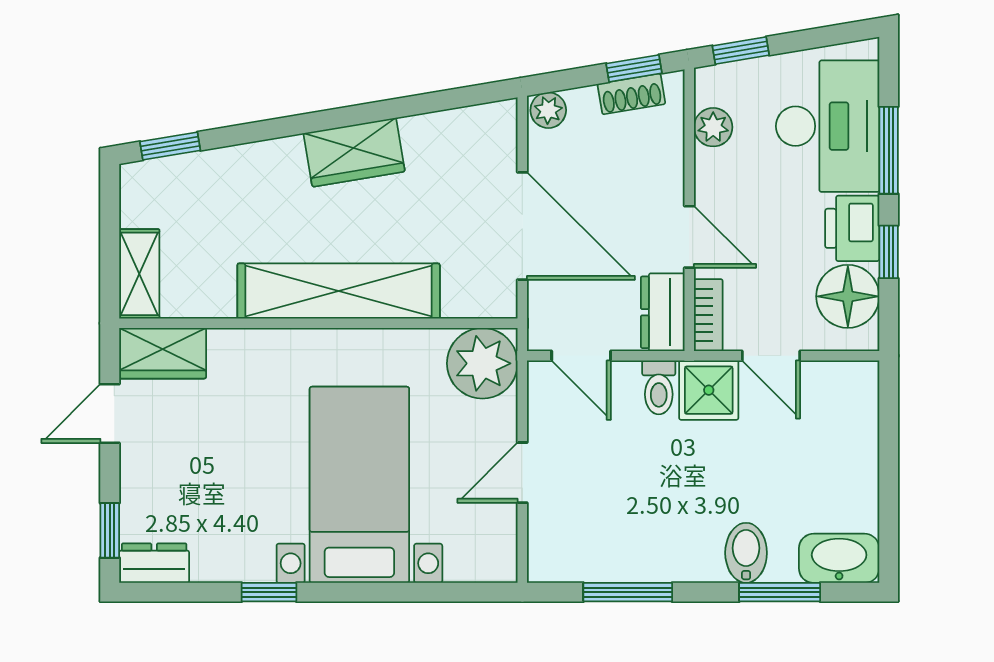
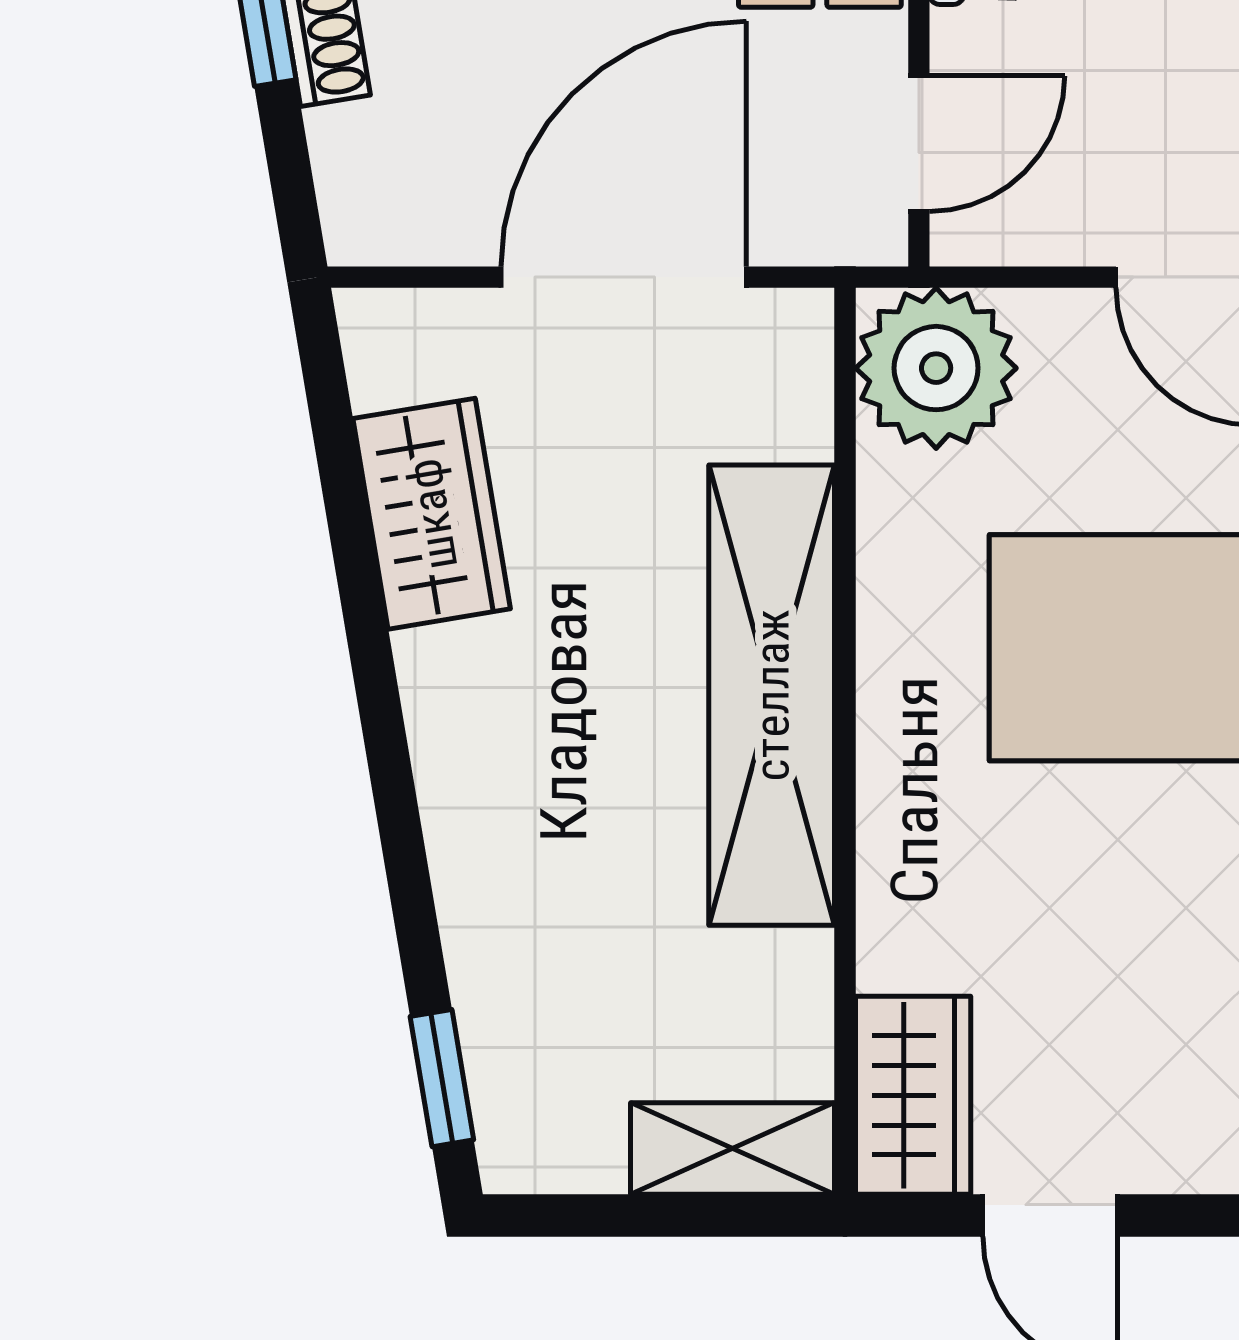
plant: (548, 110) -> (360, 218), removed
wardrobe: (354, 152) -> (432, 514), moved

